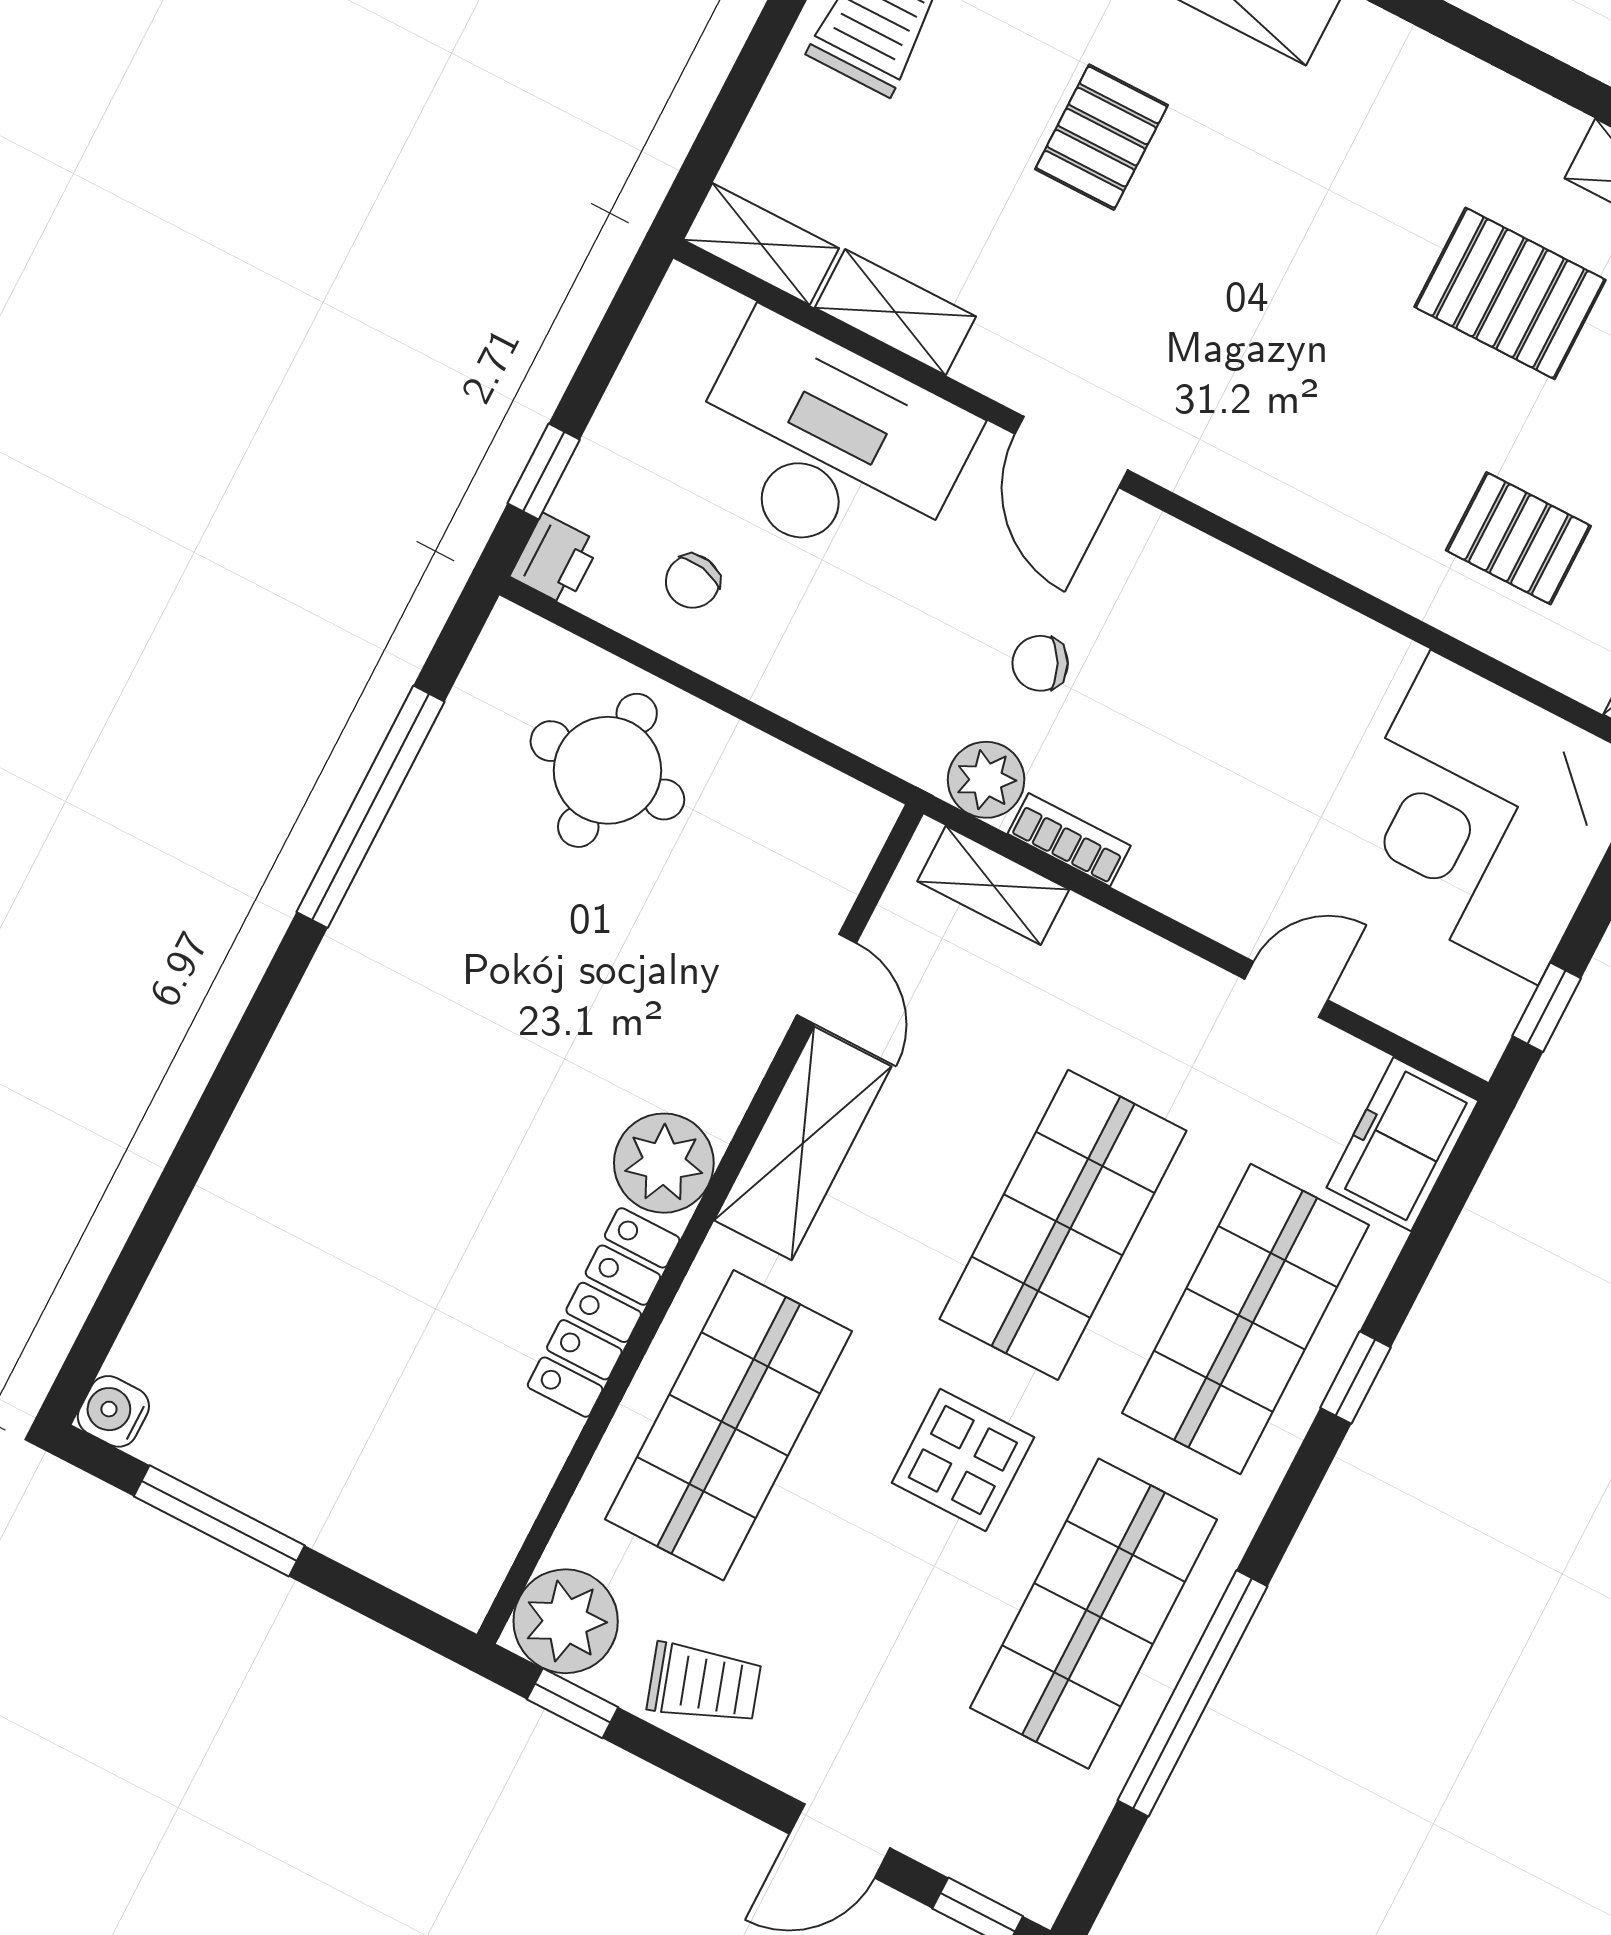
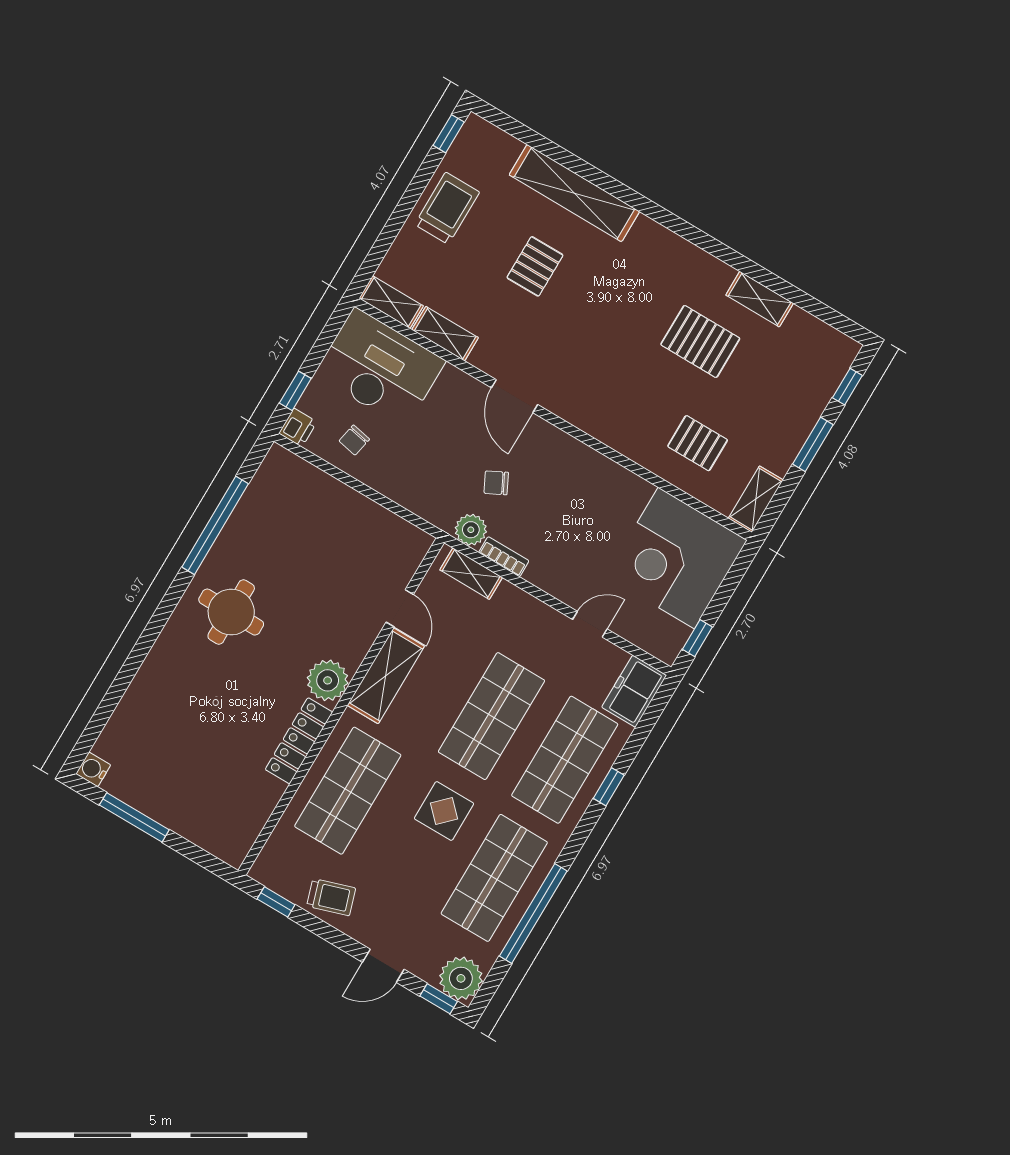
desk: (828, 447) -> (380, 368), moved
round table: (607, 770) -> (231, 612), moved
plant: (566, 1621) -> (461, 978), moved

